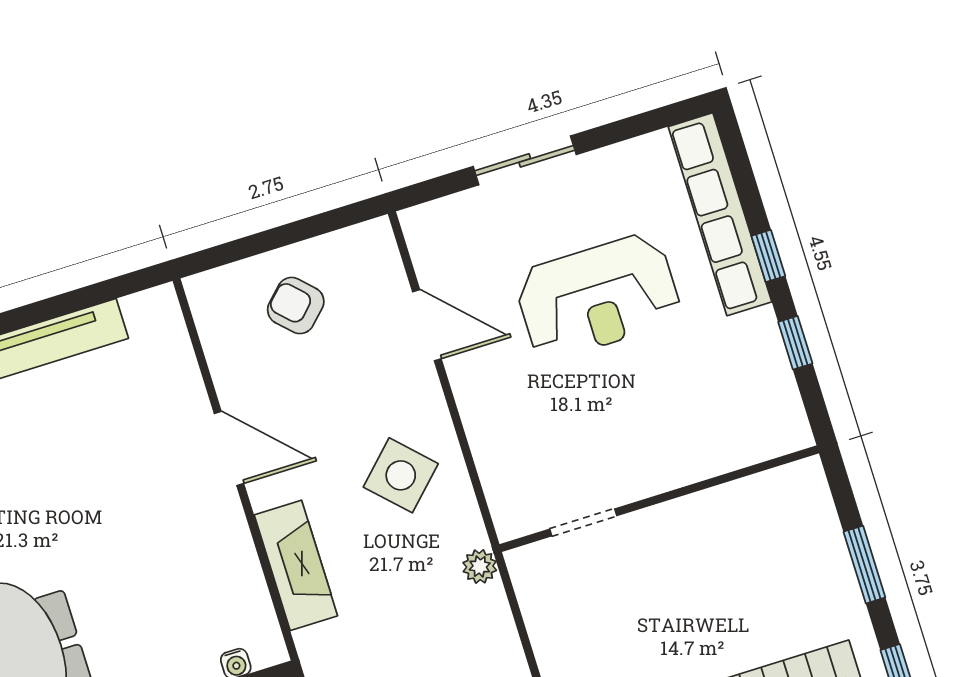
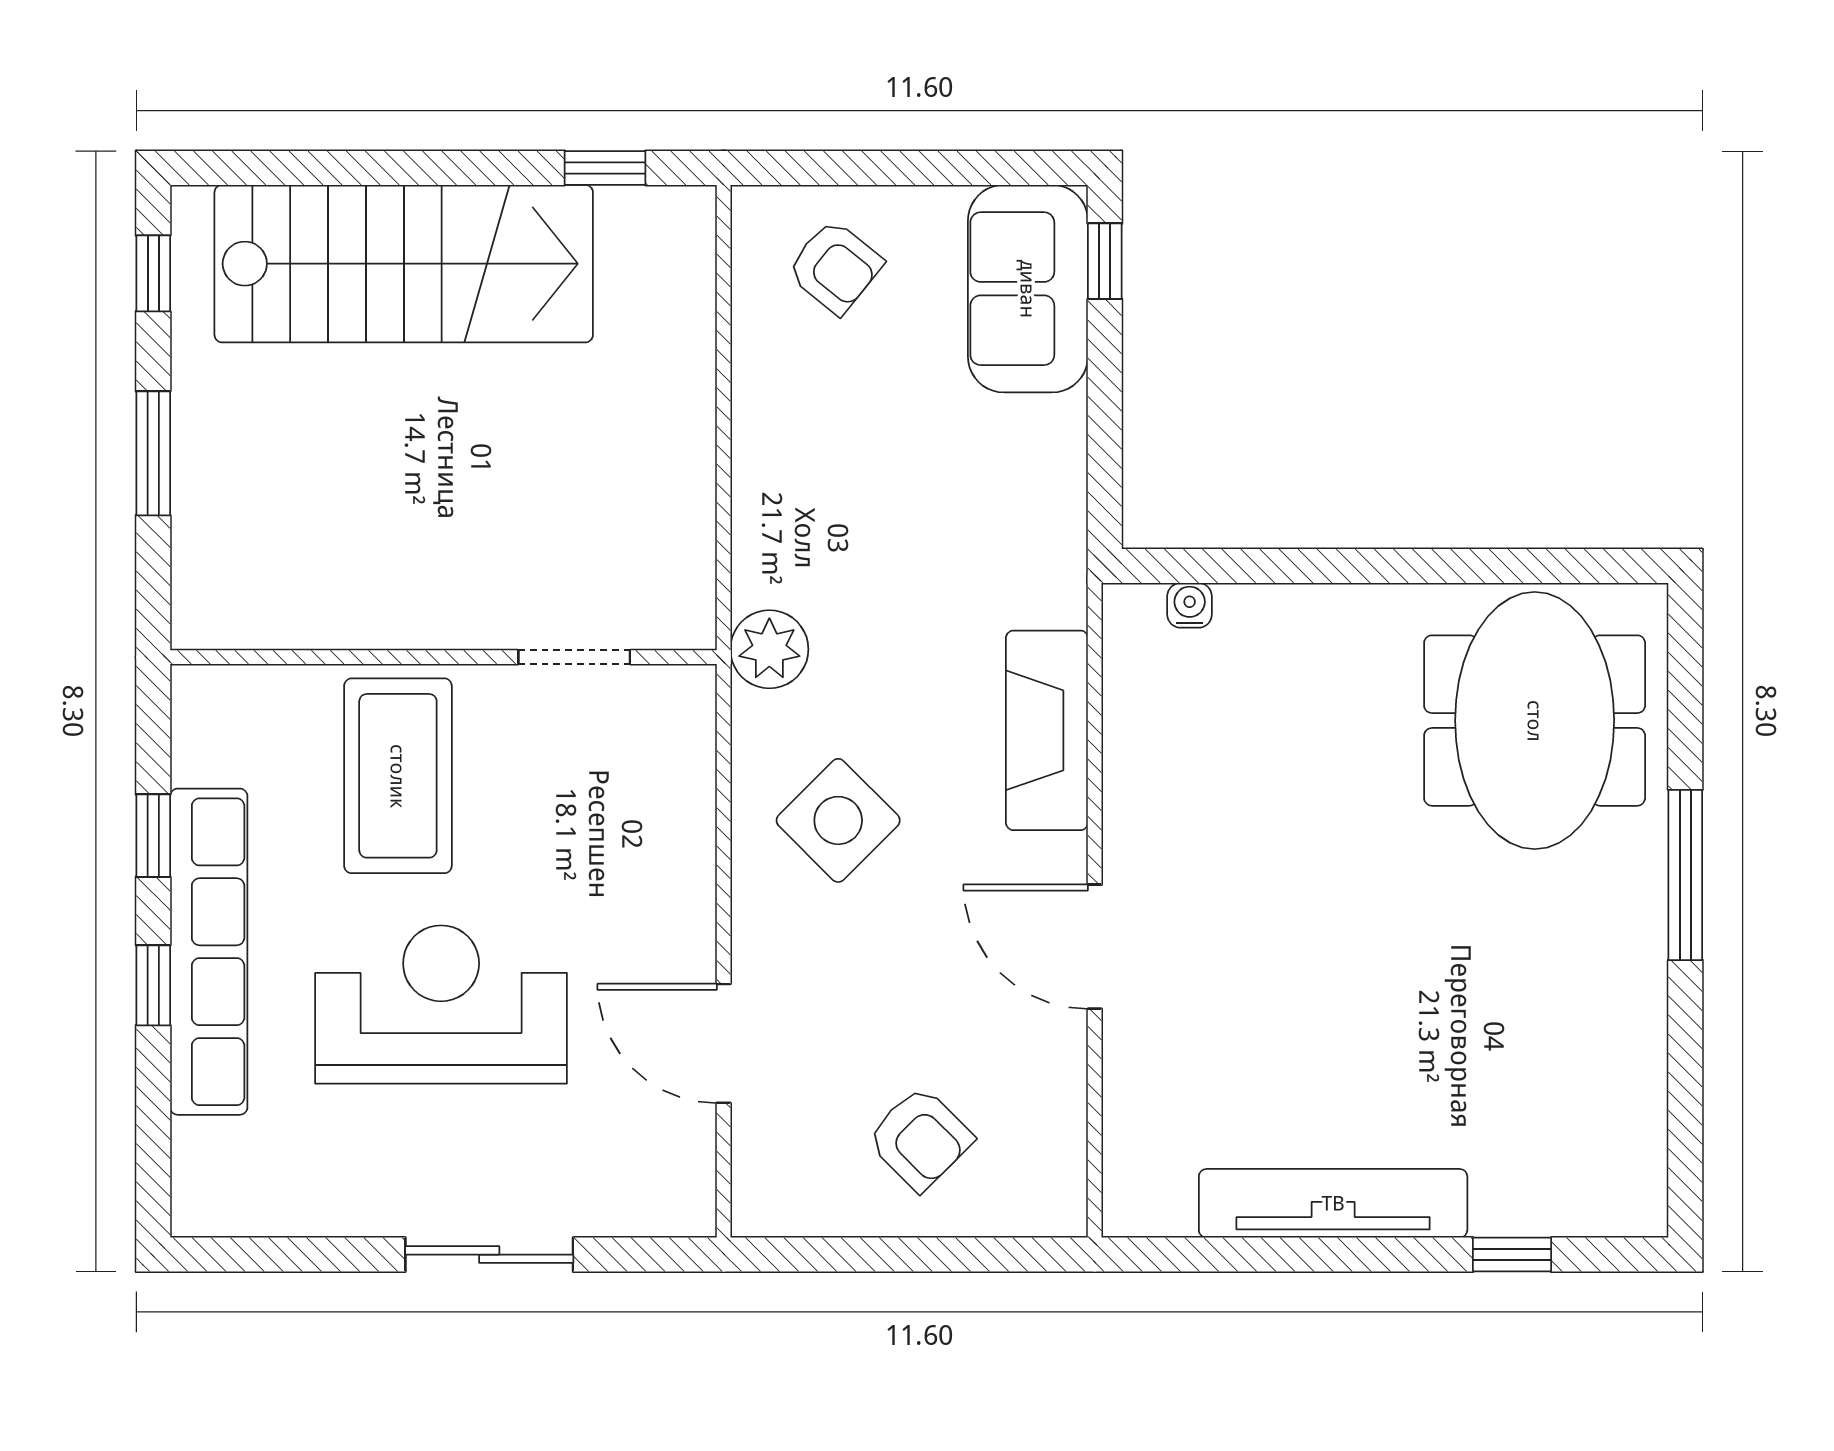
row of seats: (720, 214) -> (209, 952), moved
coffee table: (664, 422) -> (398, 776), added
plant: (480, 566) -> (769, 649), width x1.38, depth x1.38

